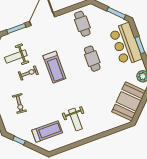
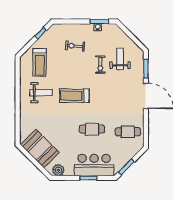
treadmill: (54, 67) -> (74, 96), moved
weight bench: (75, 120) -> (41, 93), turned 180

